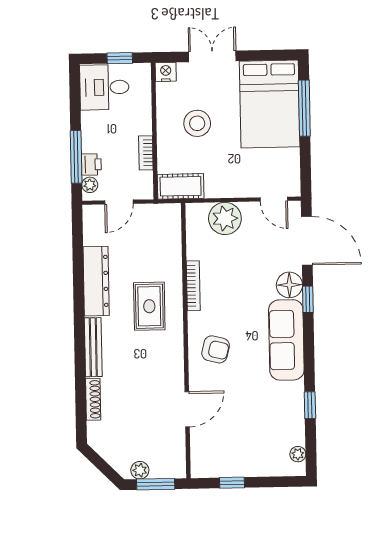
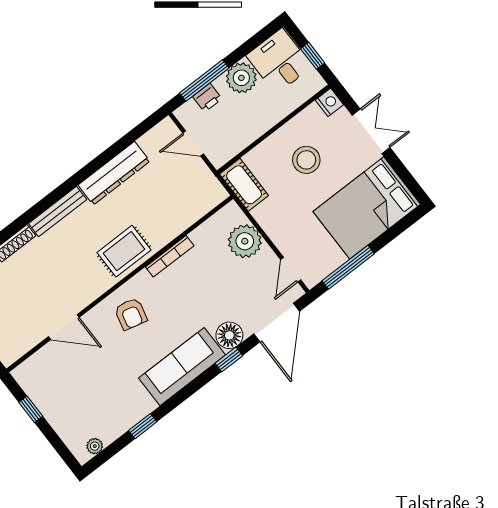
window: (304, 108) -> (348, 267), moved
bookcase: (146, 153) -> (250, 136), removed
plant: (90, 185) -> (241, 78), moved, width x1.87, depth x1.87
rug: (149, 306) -> (124, 251), moved

